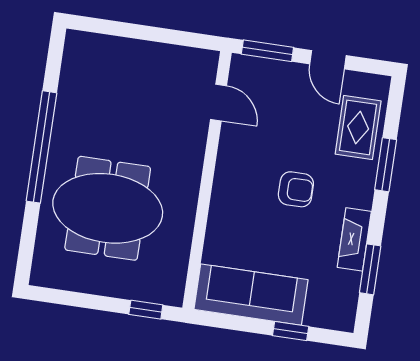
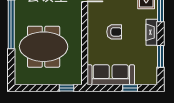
armchair: (296, 189) -> (114, 32), moved
fireplace: (354, 239) -> (152, 32), moved

